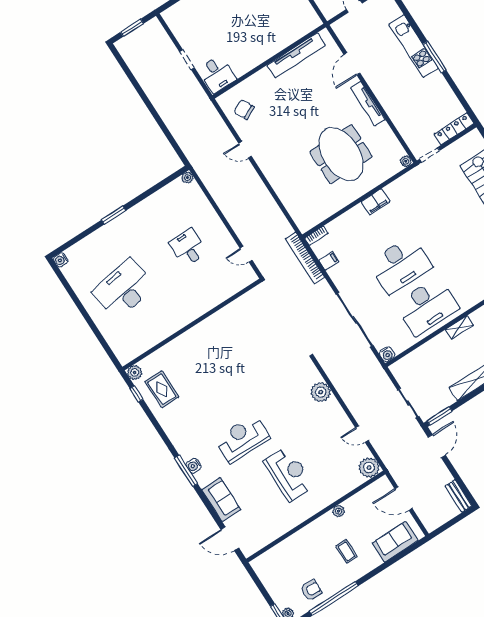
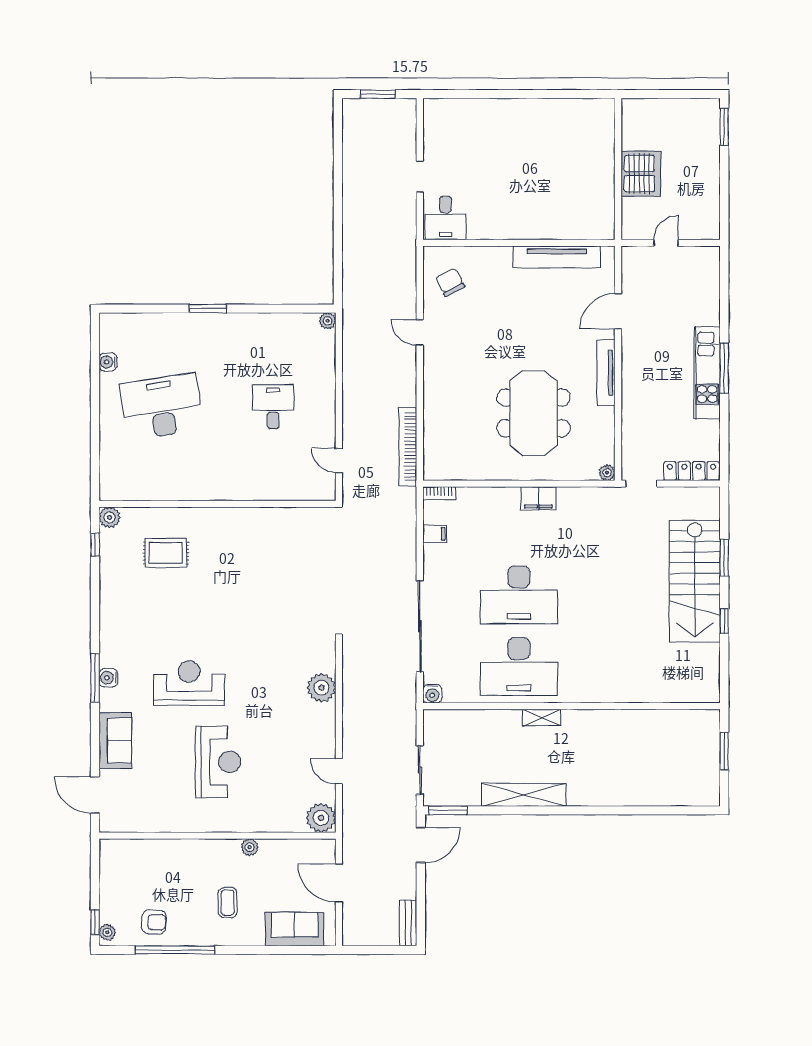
kitchen unit: (414, 46) -> (707, 373), moved
bookcase: (305, 258) -> (408, 447), moved
water cooler: (61, 260) -> (108, 362), moved
rug: (162, 389) -> (166, 553), moved, turned 90

